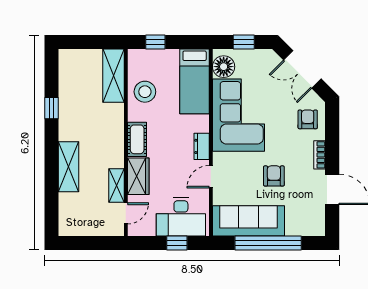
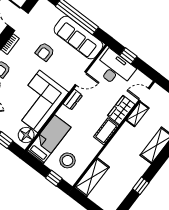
stool: (145, 92) -> (67, 160), moved

